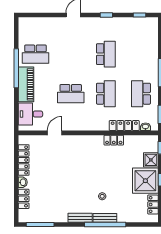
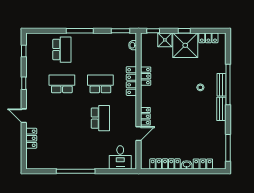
locker: (50, 23) -> (31, 138), added
school desk: (35, 54) -> (62, 152), removed
piano: (26, 84) -> (91, 162), removed
school desk: (141, 94) -> (62, 50), moved, turned -90
locker: (124, 126) -> (131, 81), moved
door: (55, 133) -> (139, 134), swing flipped
locker: (73, 140) -> (145, 116), added

